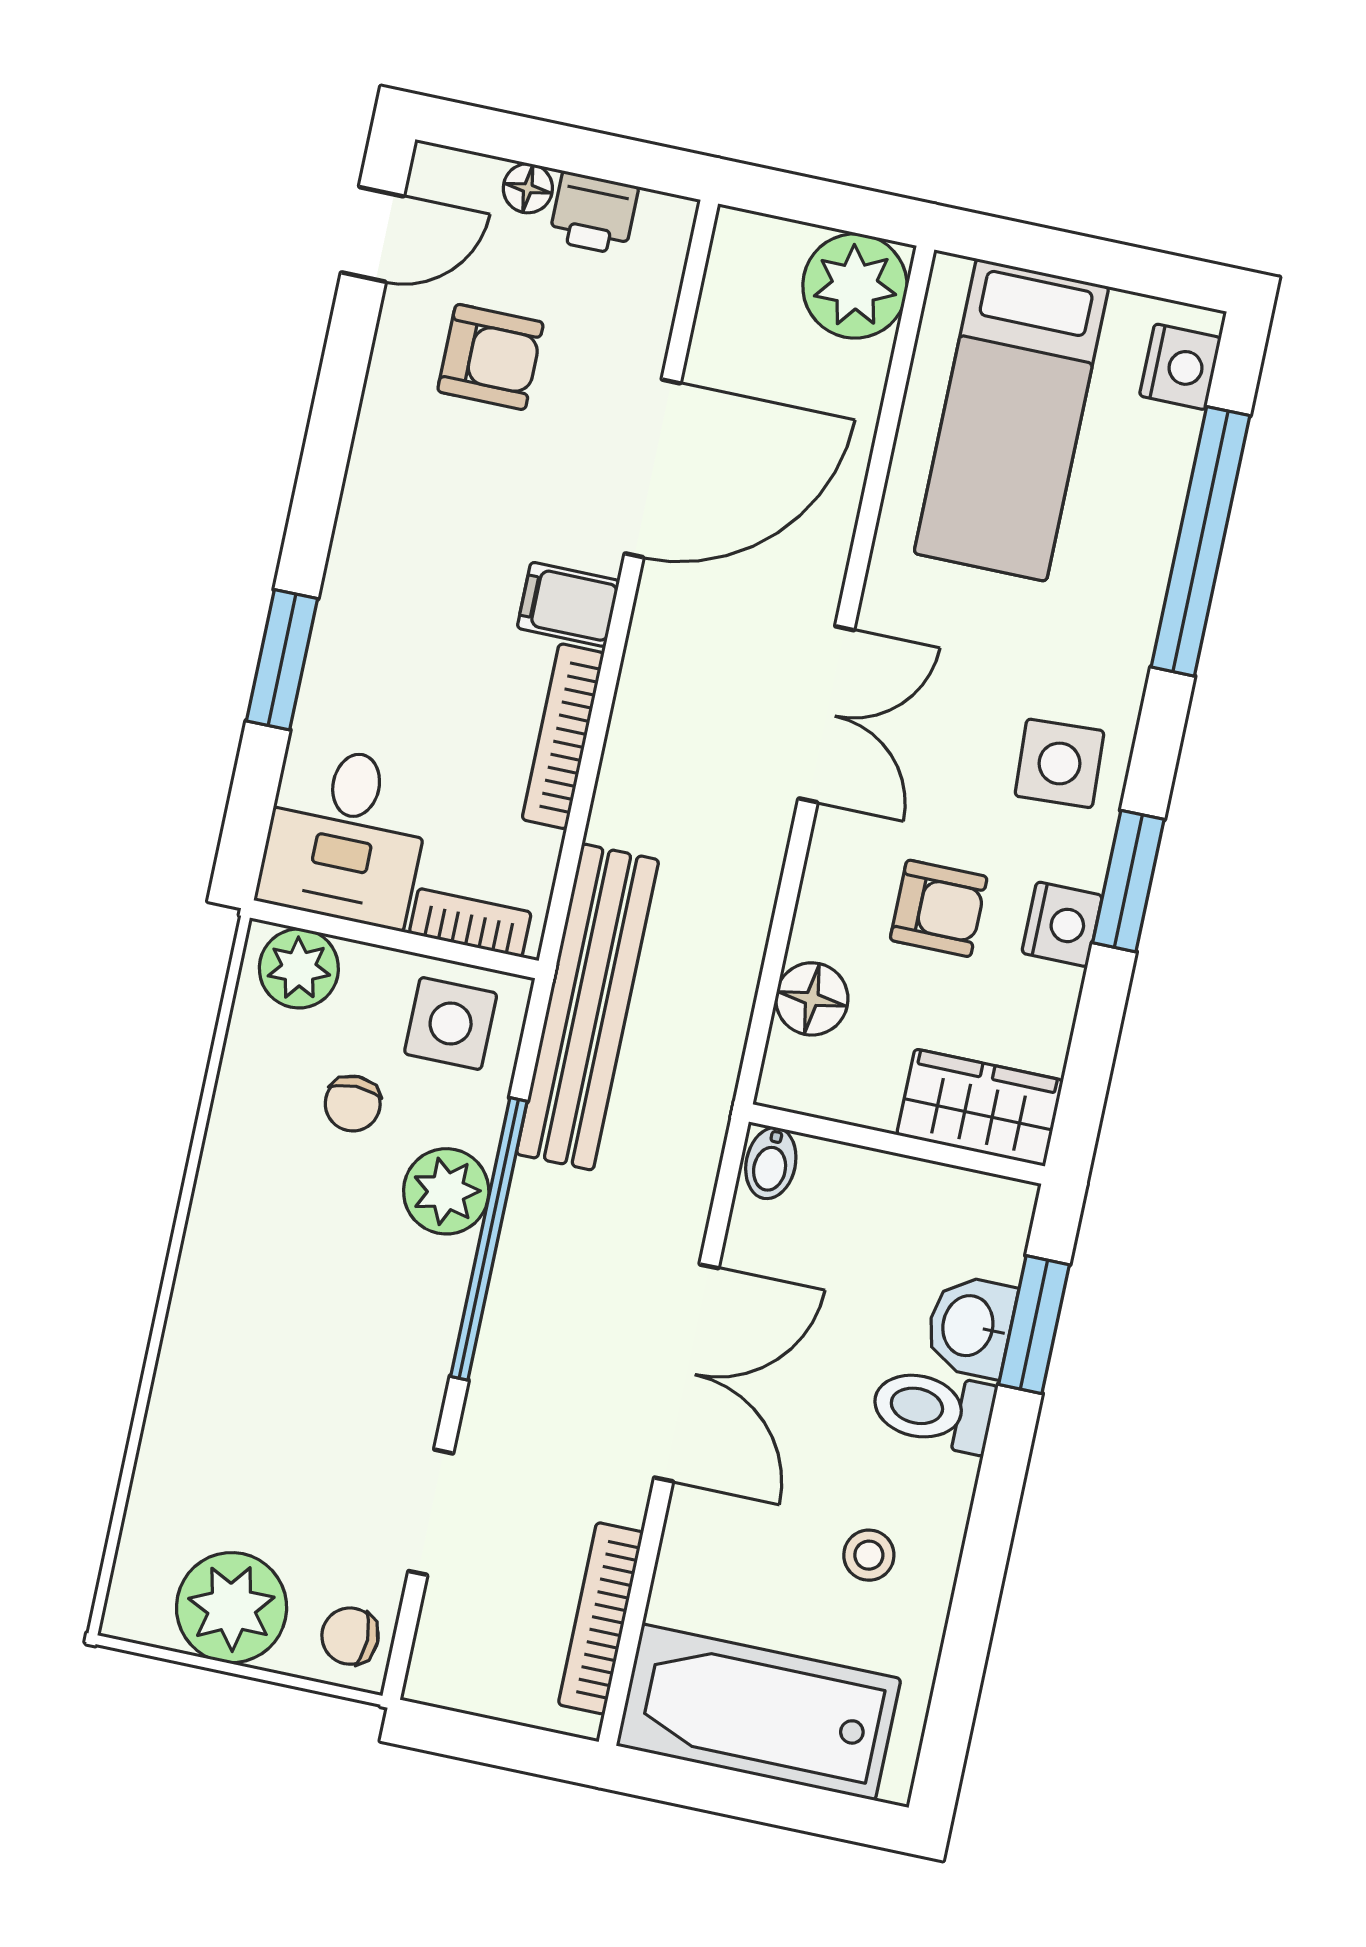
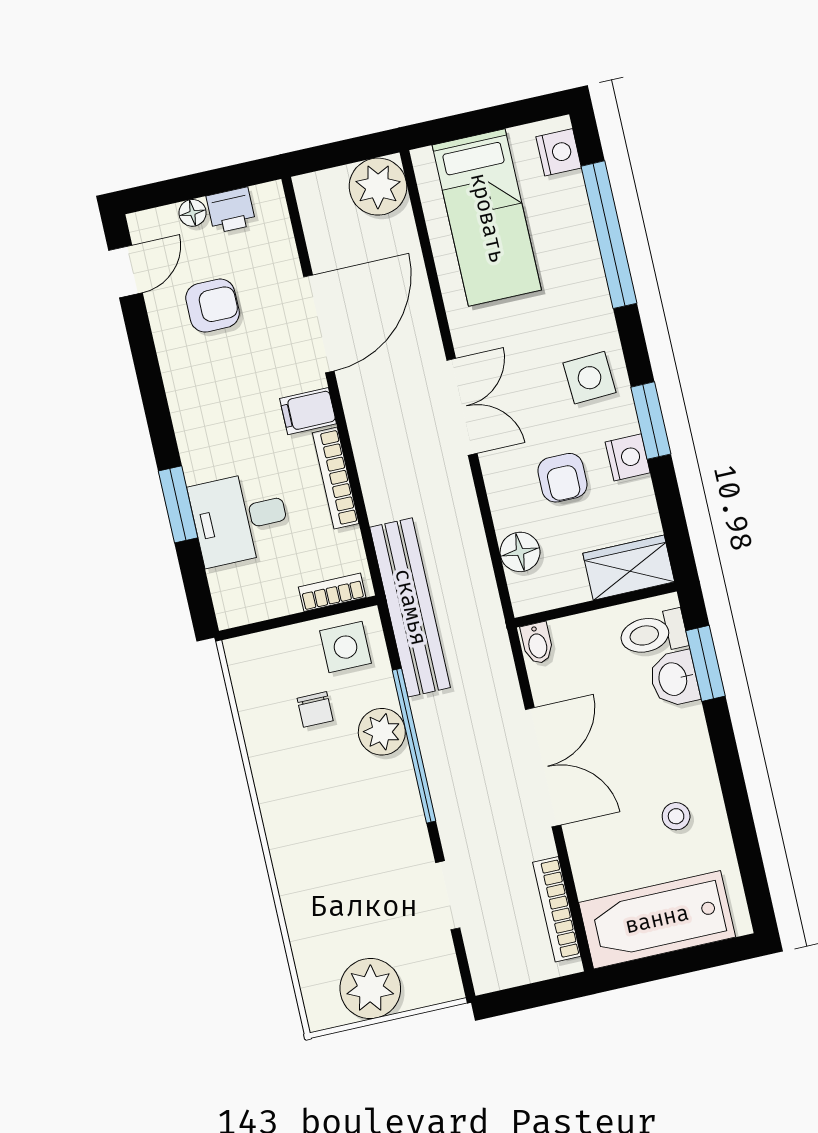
desk: (345, 835) -> (240, 518), moved, turned 90
armchair: (939, 908) -> (562, 478), turned 90
plant: (299, 968) -> (257, 654), removed
toilet: (933, 1409) -> (653, 633), moved
chair: (350, 1636) -> (436, 976), removed

